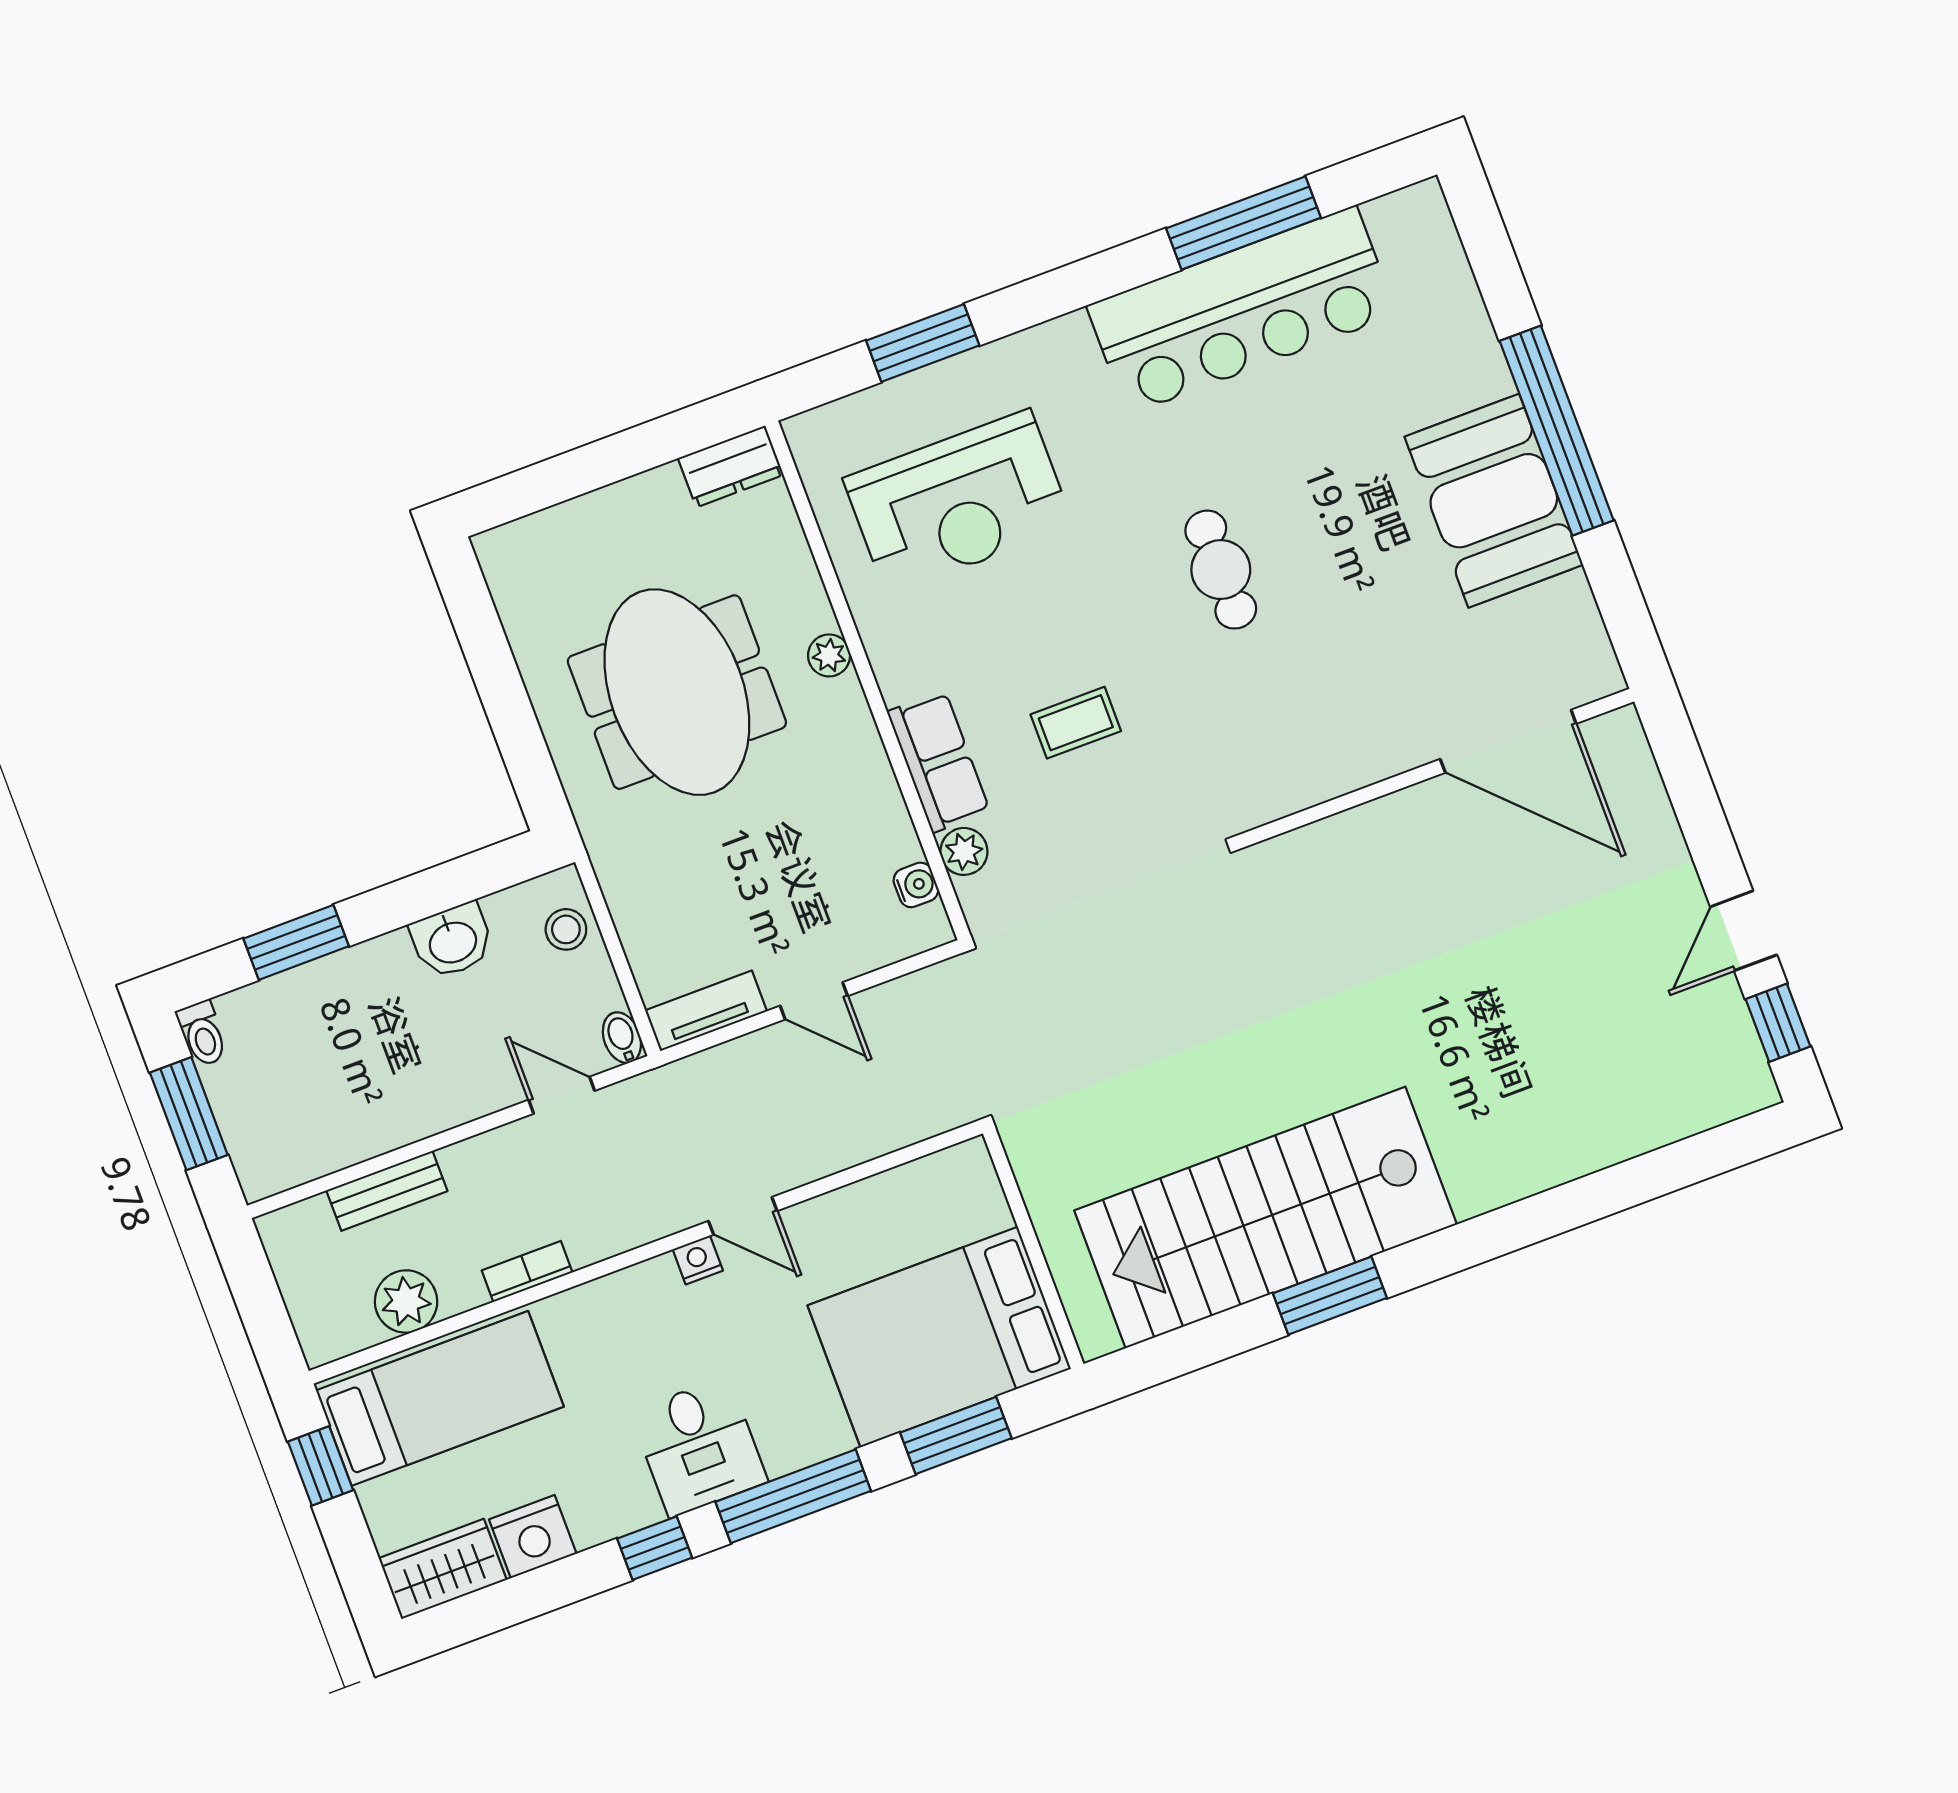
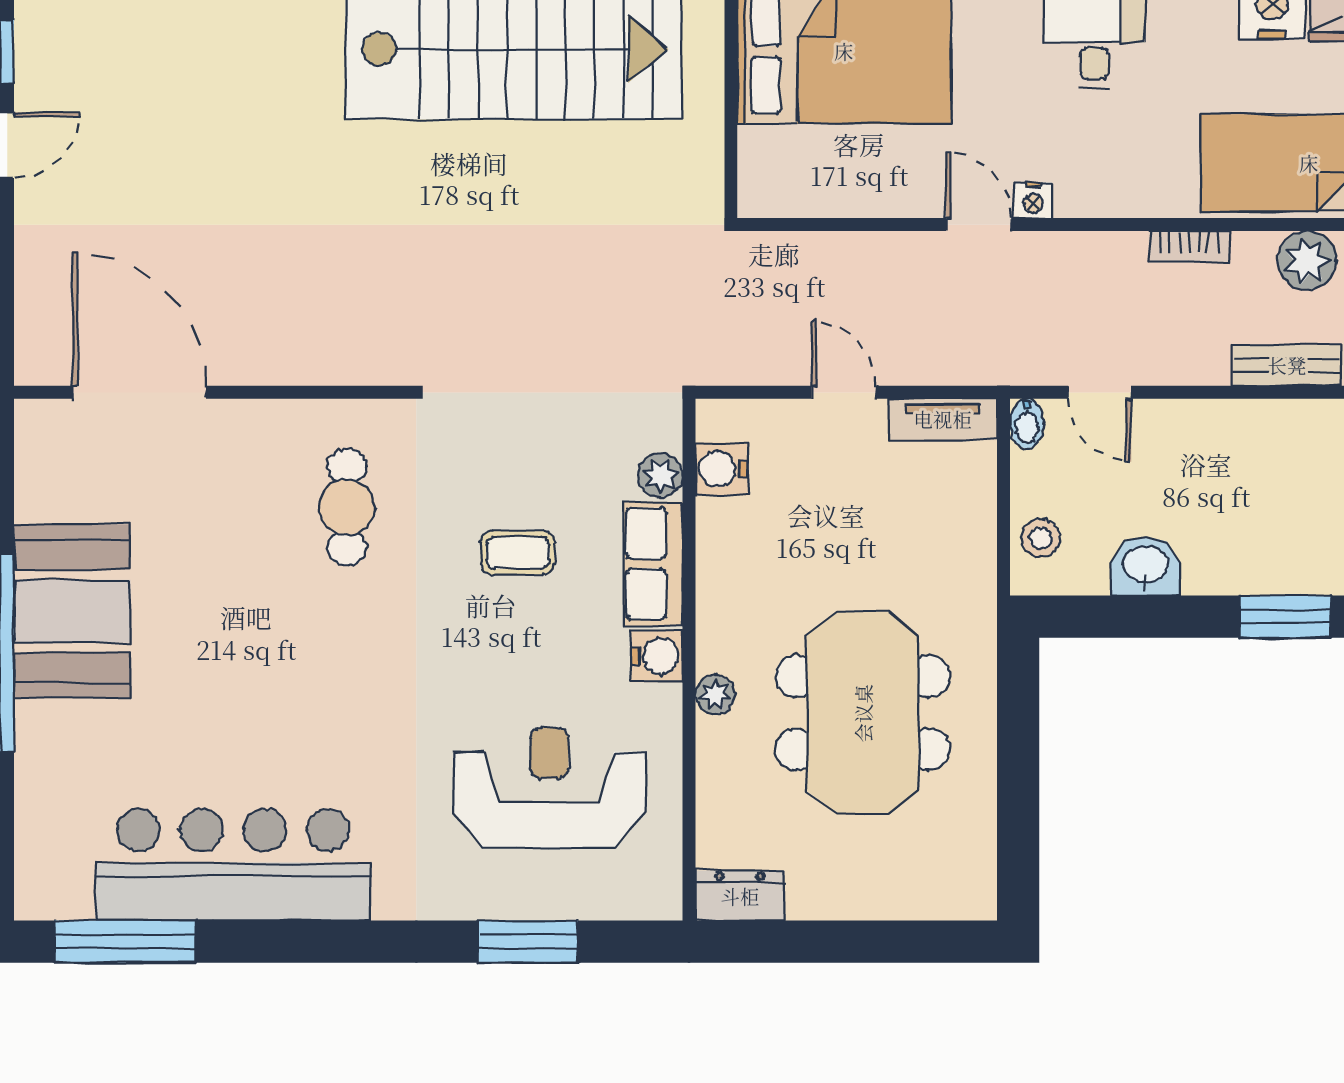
window: (1244, 223) -> (125, 942), moved
cafe table: (1221, 570) -> (347, 507), moved
water cooler: (901, 672) -> (657, 656), added
water cooler: (916, 885) -> (722, 469), width x1.38, depth x1.38

